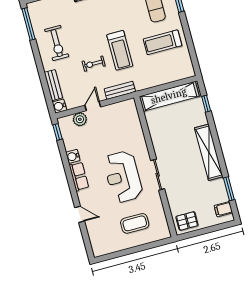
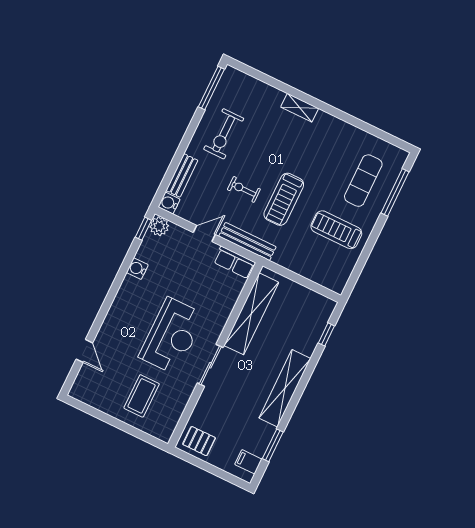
bench: (120, 90) -> (247, 242), width x1.36
shelving: (169, 96) -> (251, 314), moved, turned 90
plant: (80, 119) -> (159, 226), moved
row of seats: (79, 176) -> (235, 262), moved, turned 90
reception desk: (123, 177) -> (172, 336), turned 180
door: (80, 214) -> (84, 351), moved
coffee table: (135, 223) -> (142, 396), turned 90

